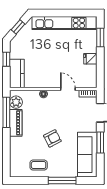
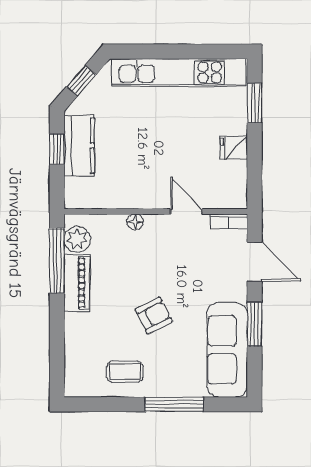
kitchen counter: (17, 74) -> (79, 146), moved

